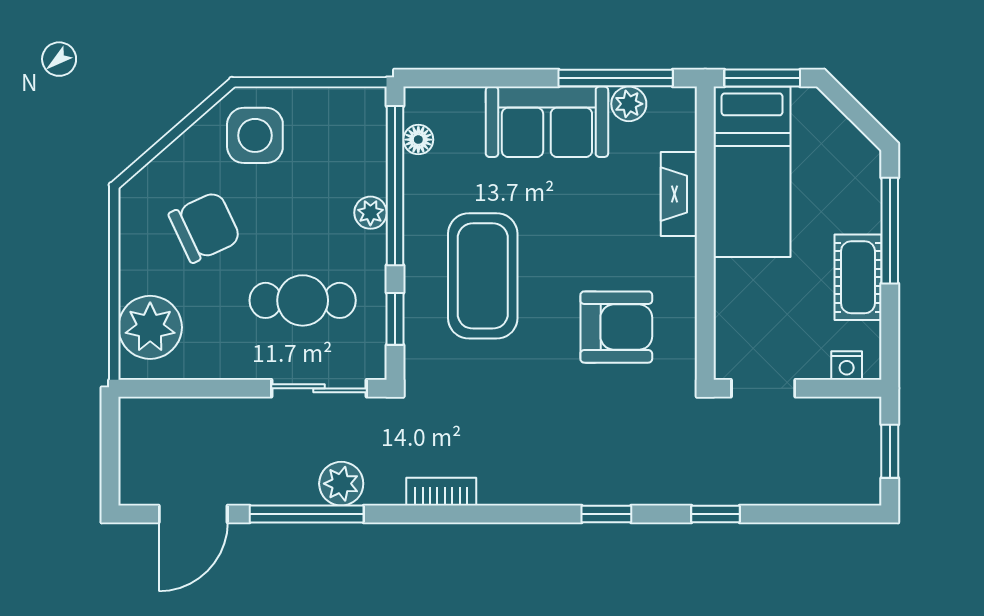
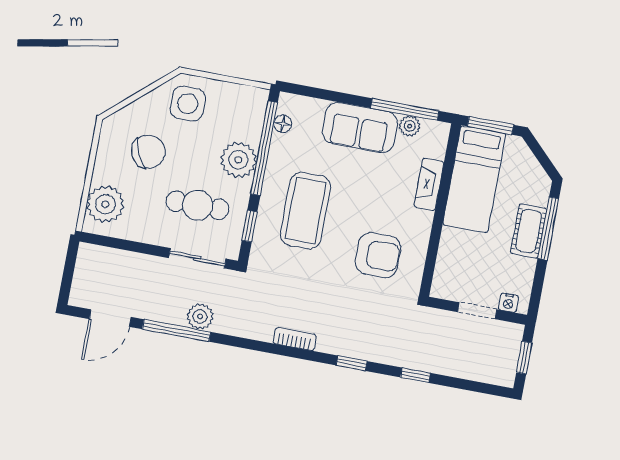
plant: (370, 213) -> (238, 160), width x1.87, depth x1.87
cot: (858, 277) -> (529, 231), moved
doorway: (763, 388) -> (477, 311), moved
bookcase: (441, 492) -> (295, 339), moved

